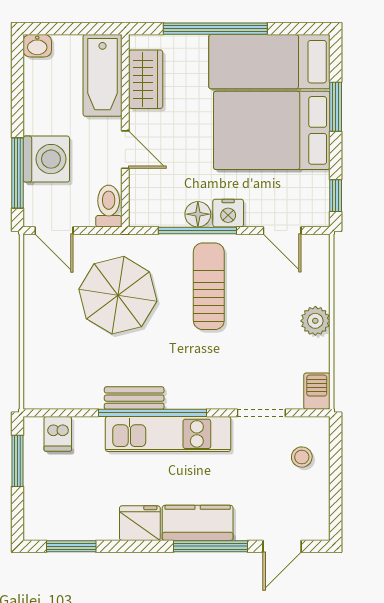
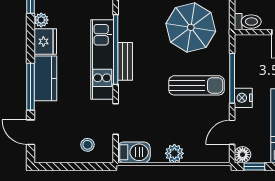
floor lamp: (198, 214) -> (242, 155), moved
barbecue: (317, 391) -> (134, 152), width x1.38, depth x1.27
bench: (134, 398) -> (125, 61), moved
plant: (106, 529) -> (41, 20), added

